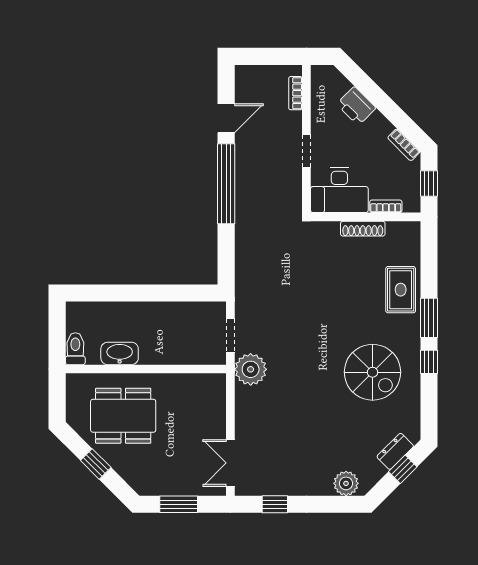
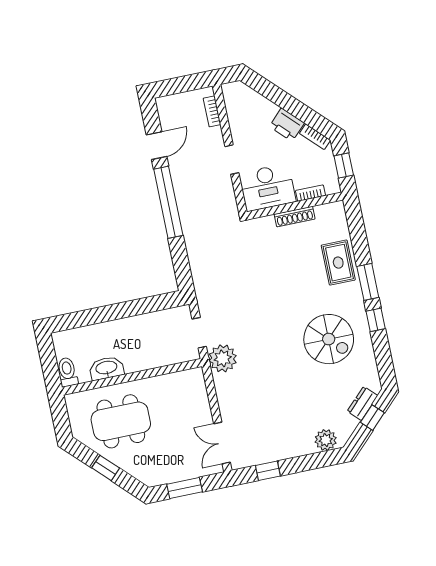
printer: (356, 106) -> (287, 125), moved

